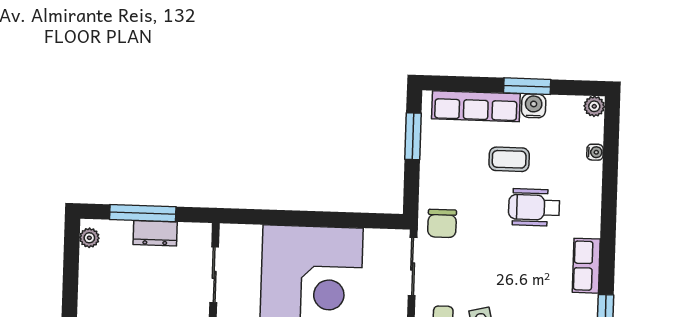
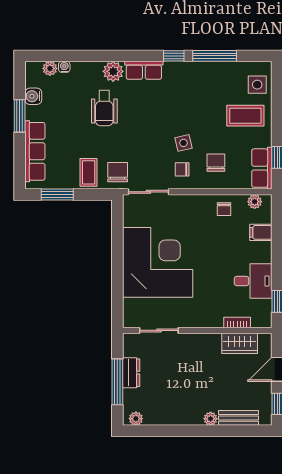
water cooler: (534, 106) -> (33, 96), moved
plant: (594, 106) -> (50, 68), moved
coffee table: (509, 159) -> (89, 172), moved
plant: (586, 222) -> (113, 71), added
chair: (442, 223) -> (118, 172), turned -90

